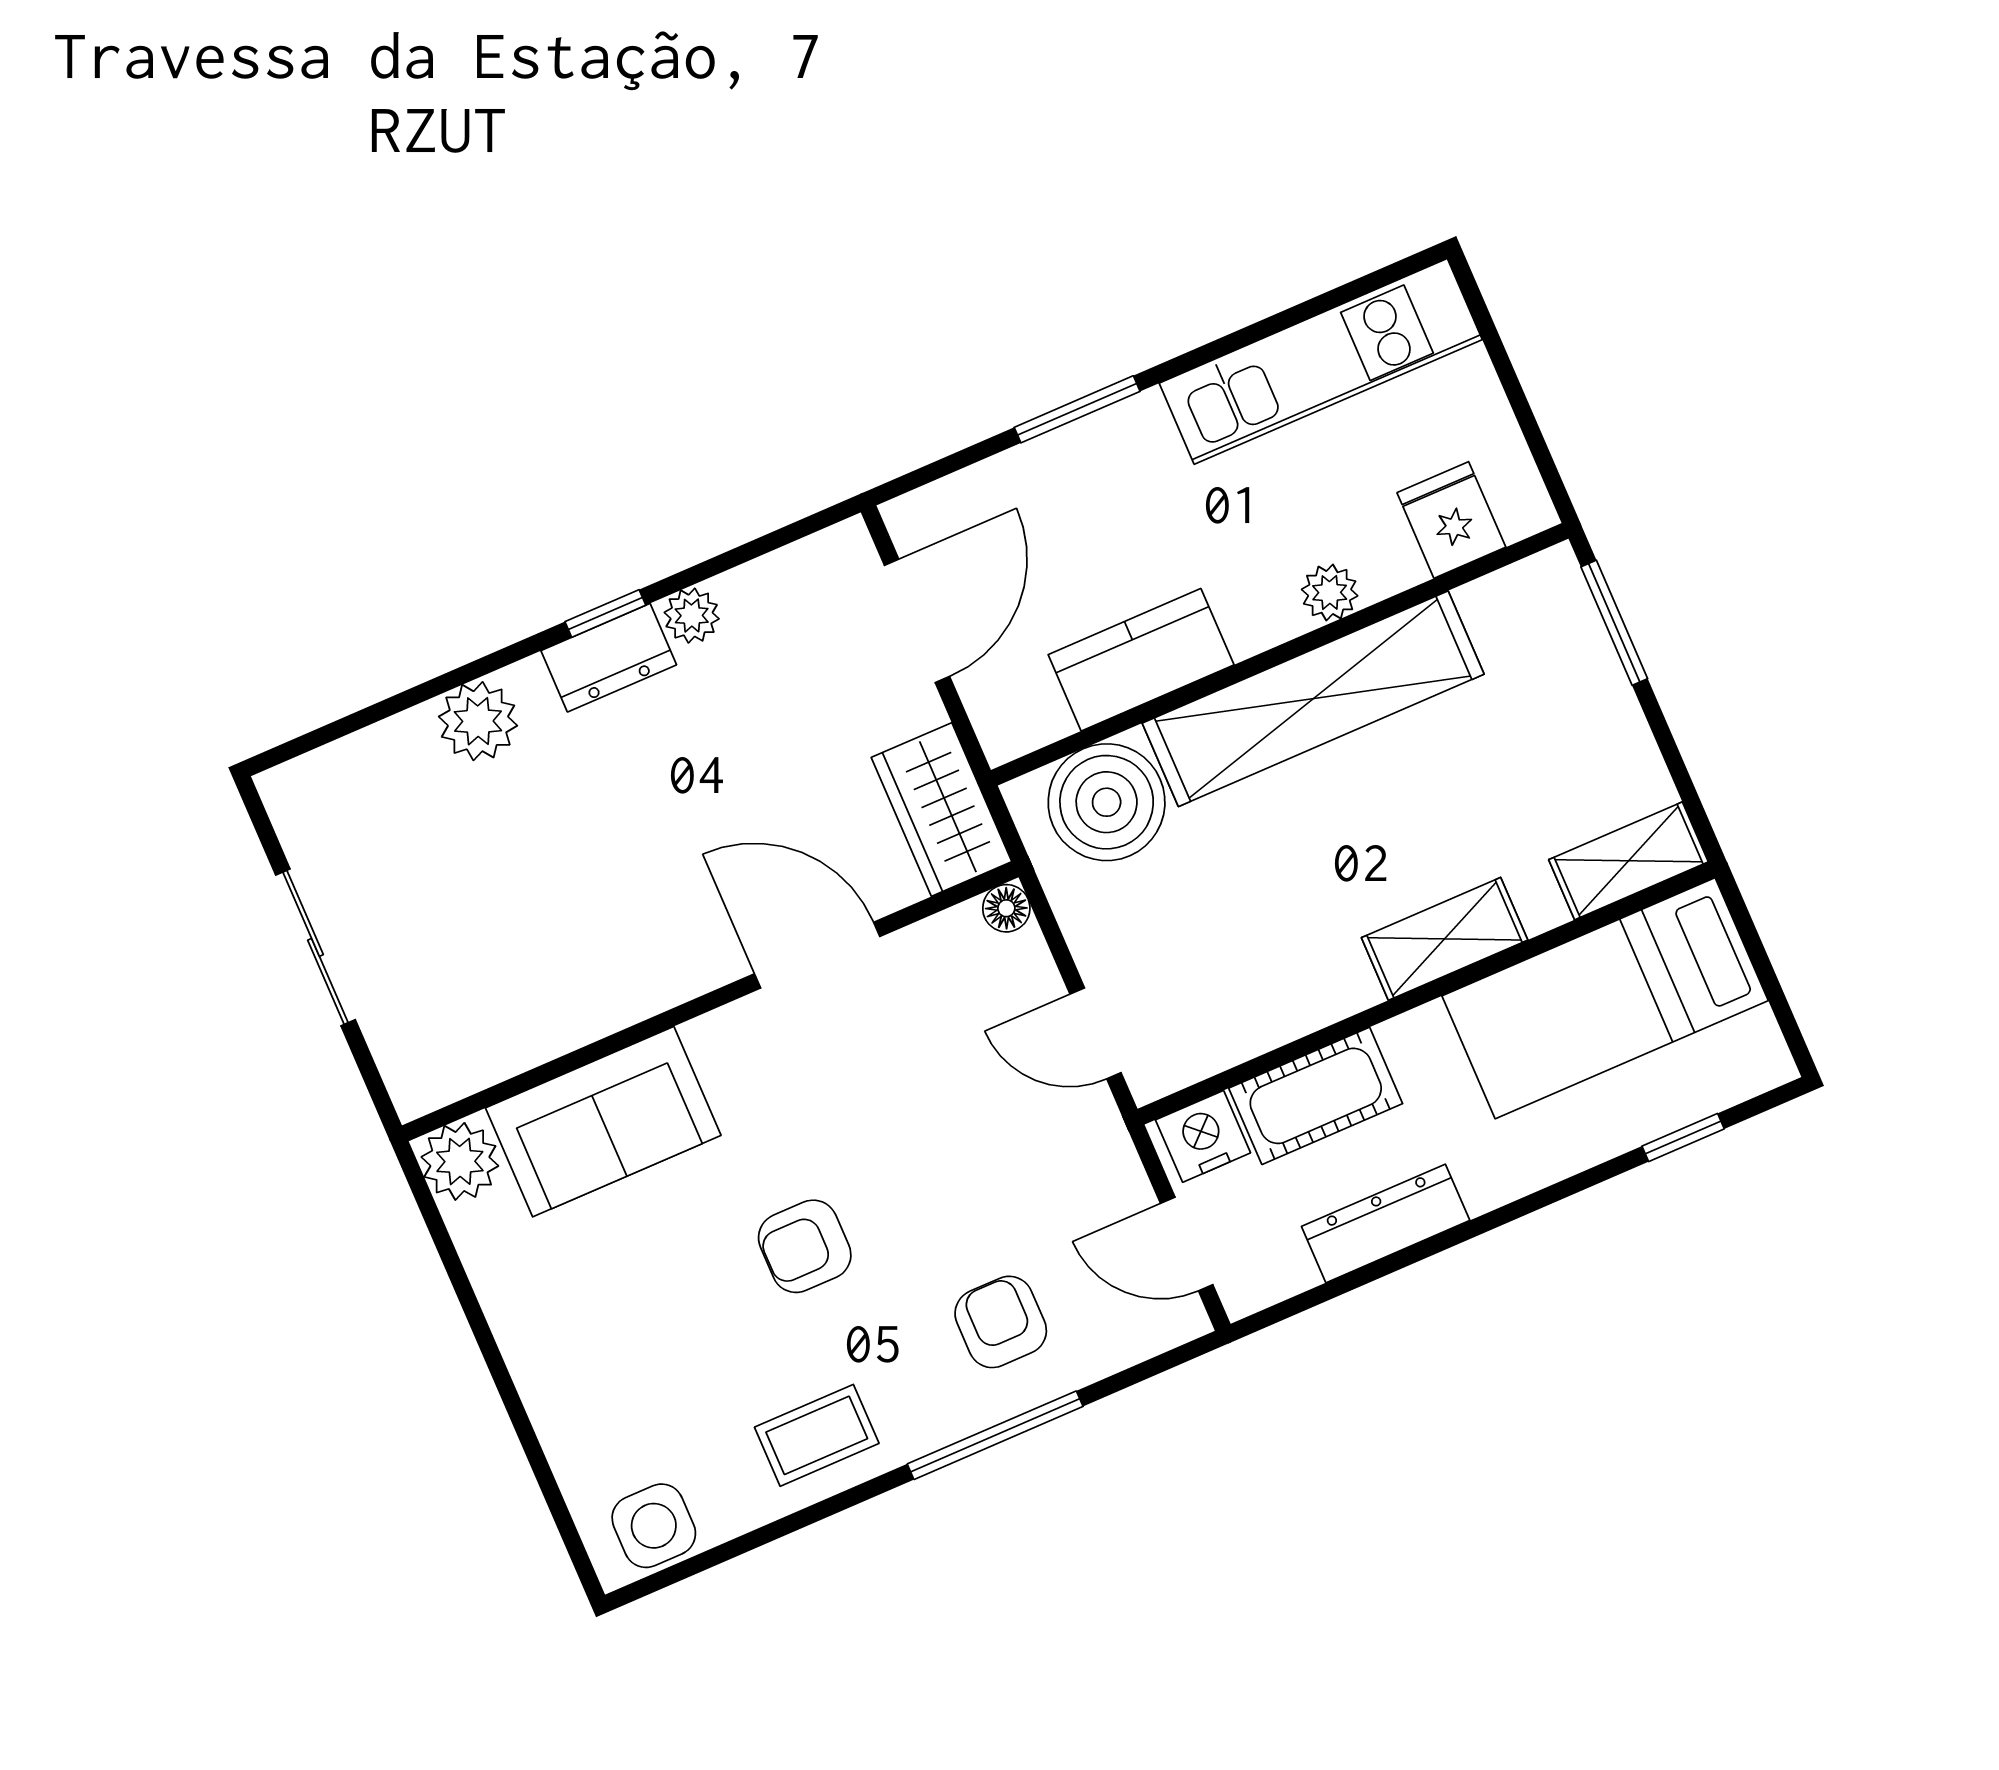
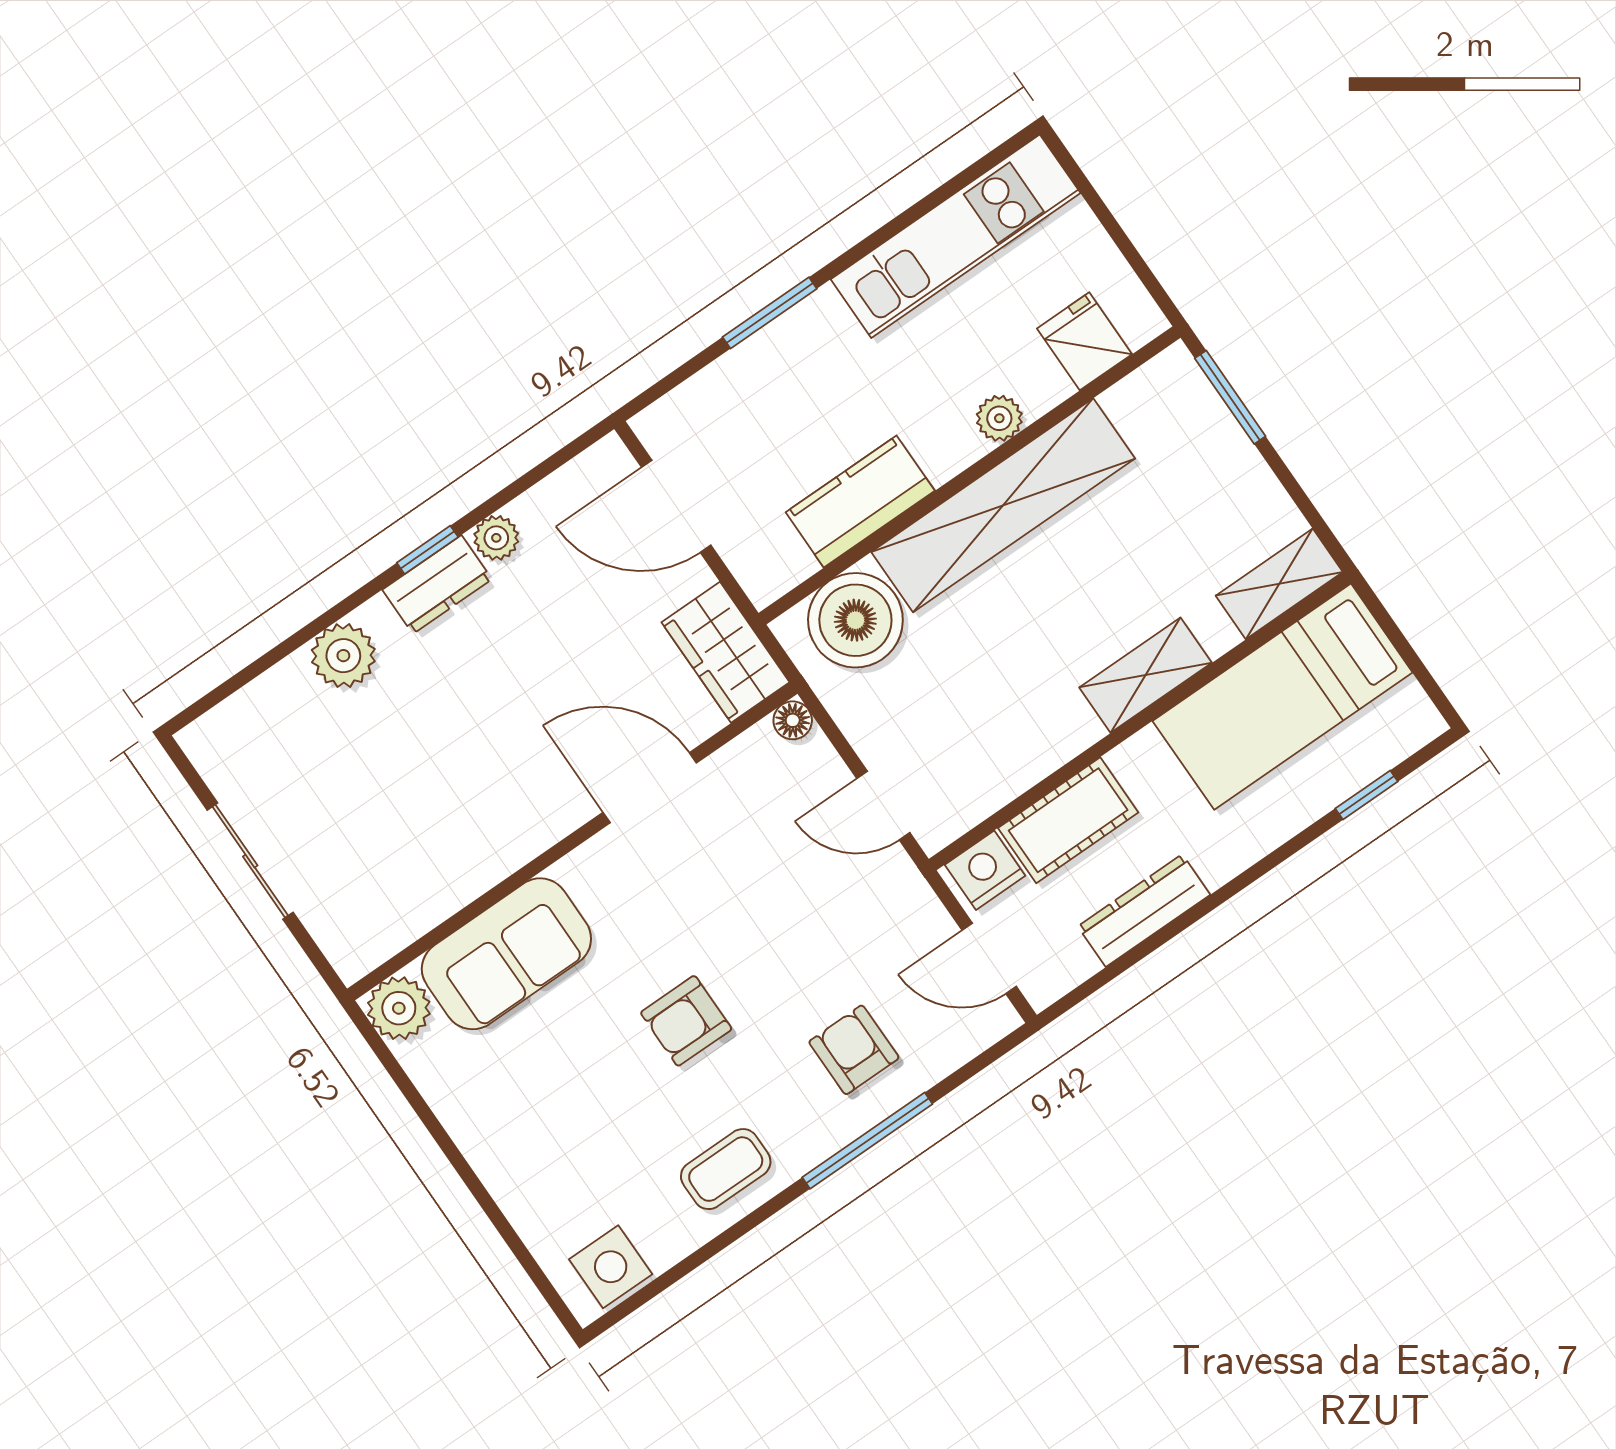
door: (917, 621) -> (676, 506), swing flipped

